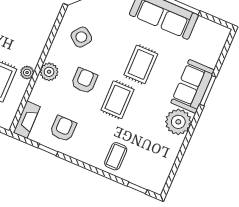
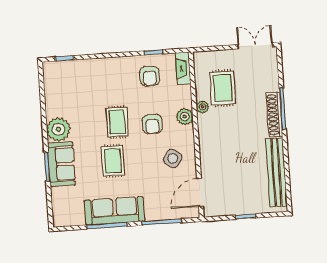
coffee table: (116, 156) -> (95, 75), removed

